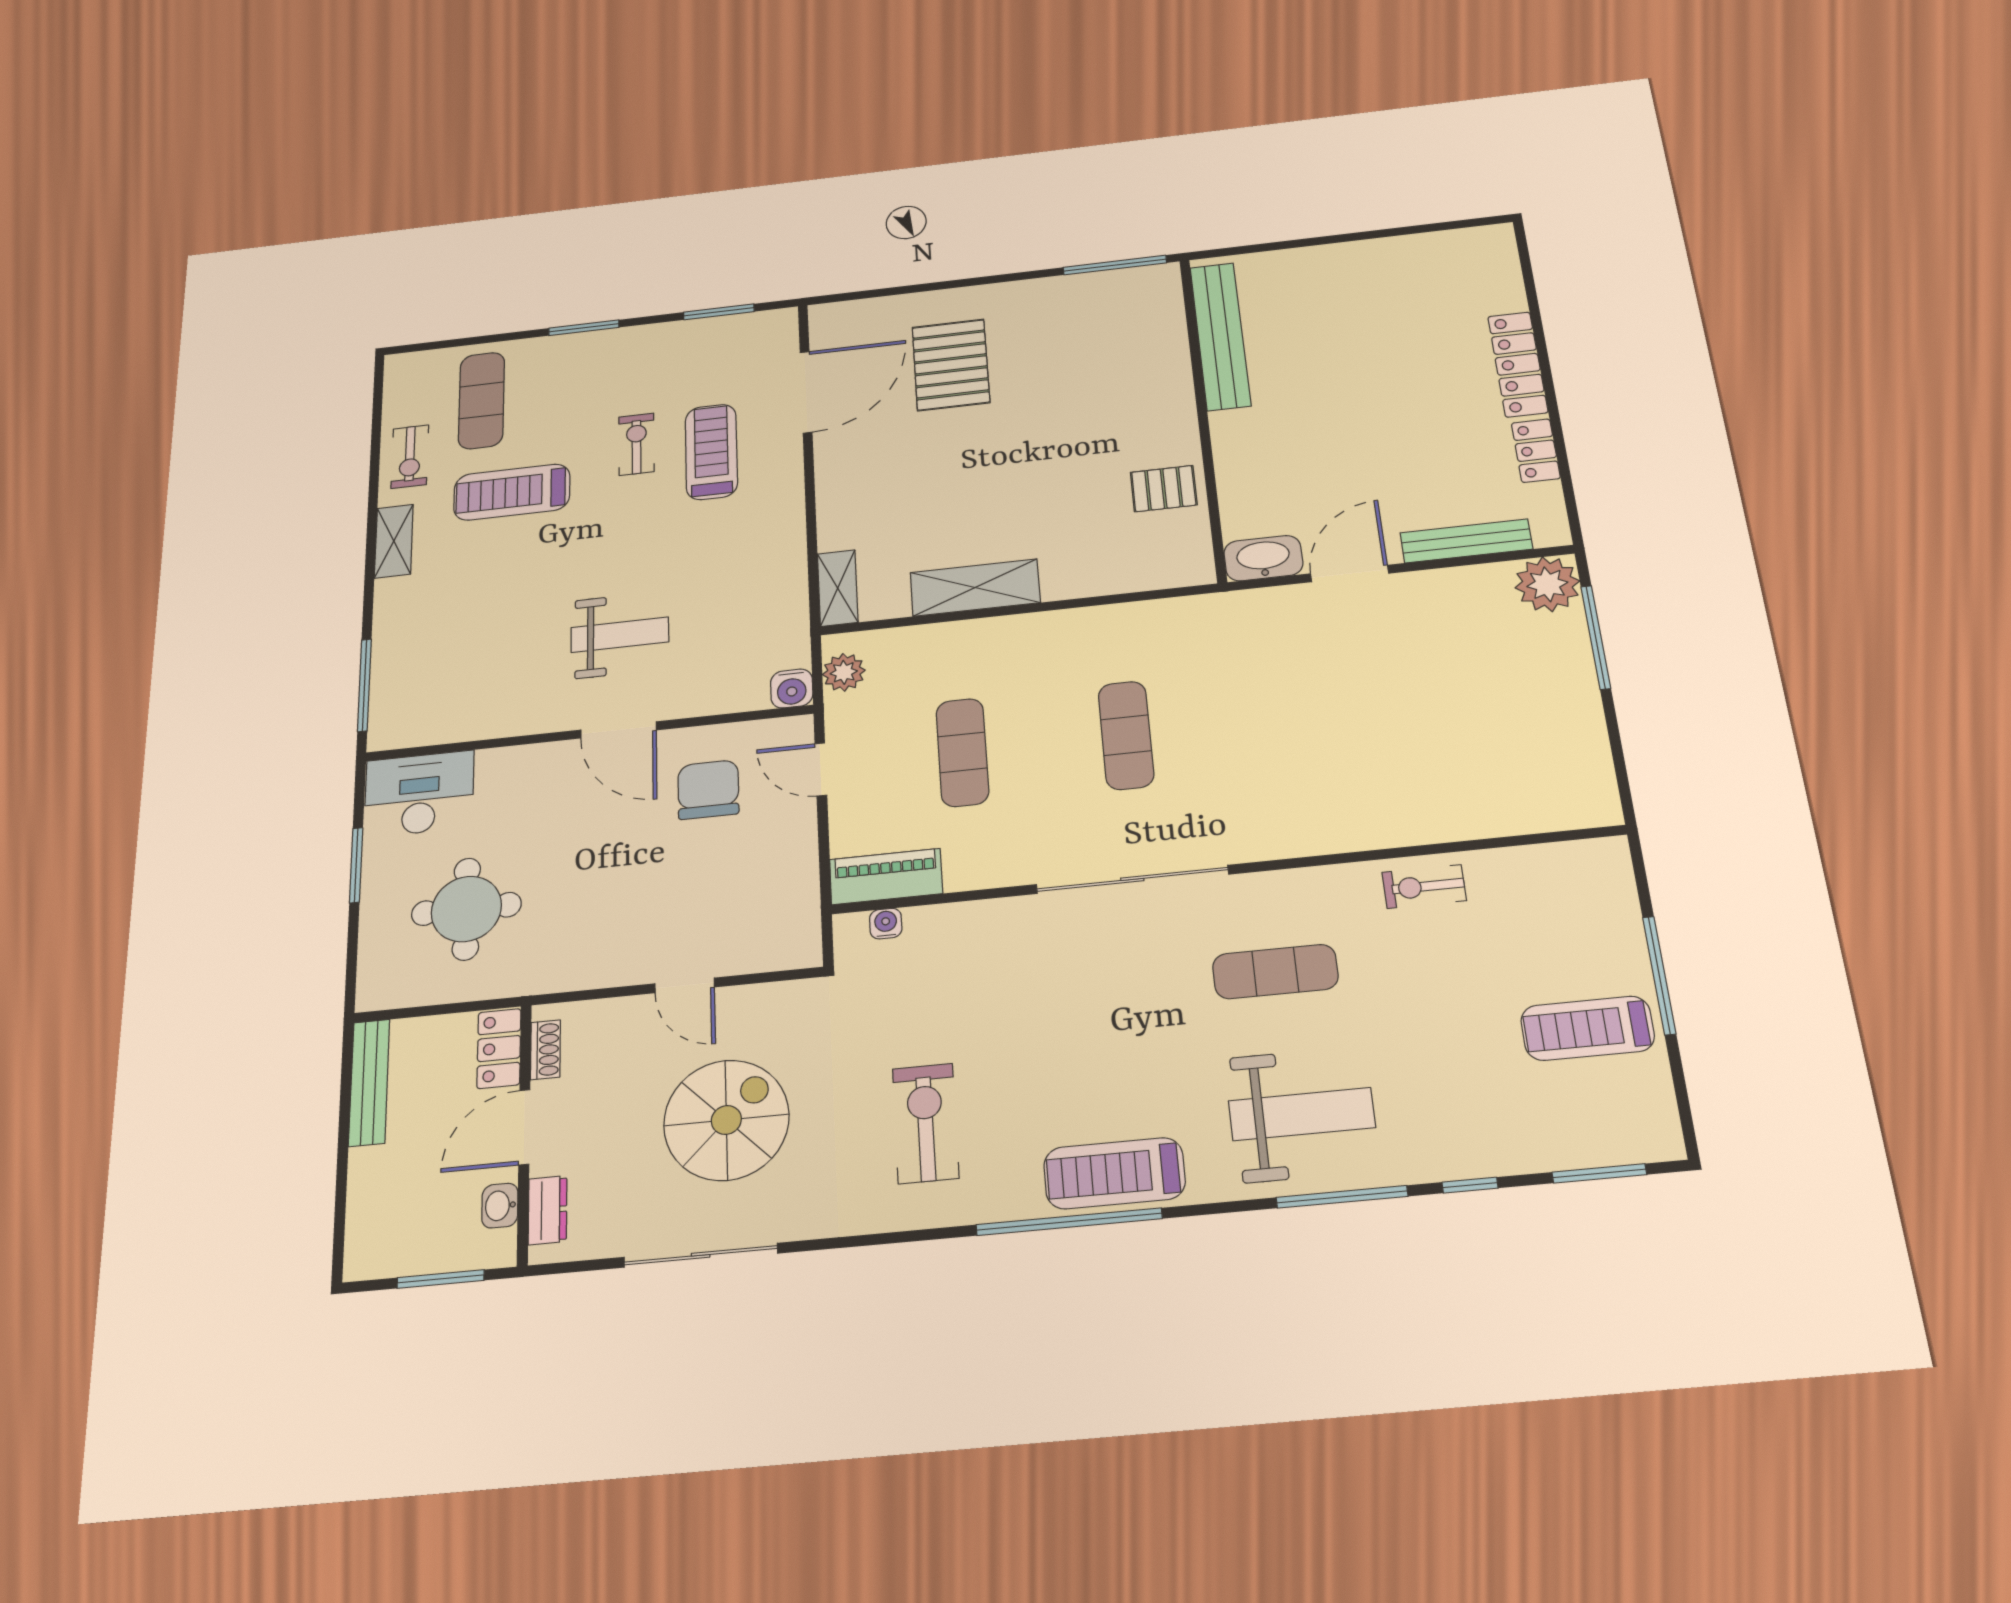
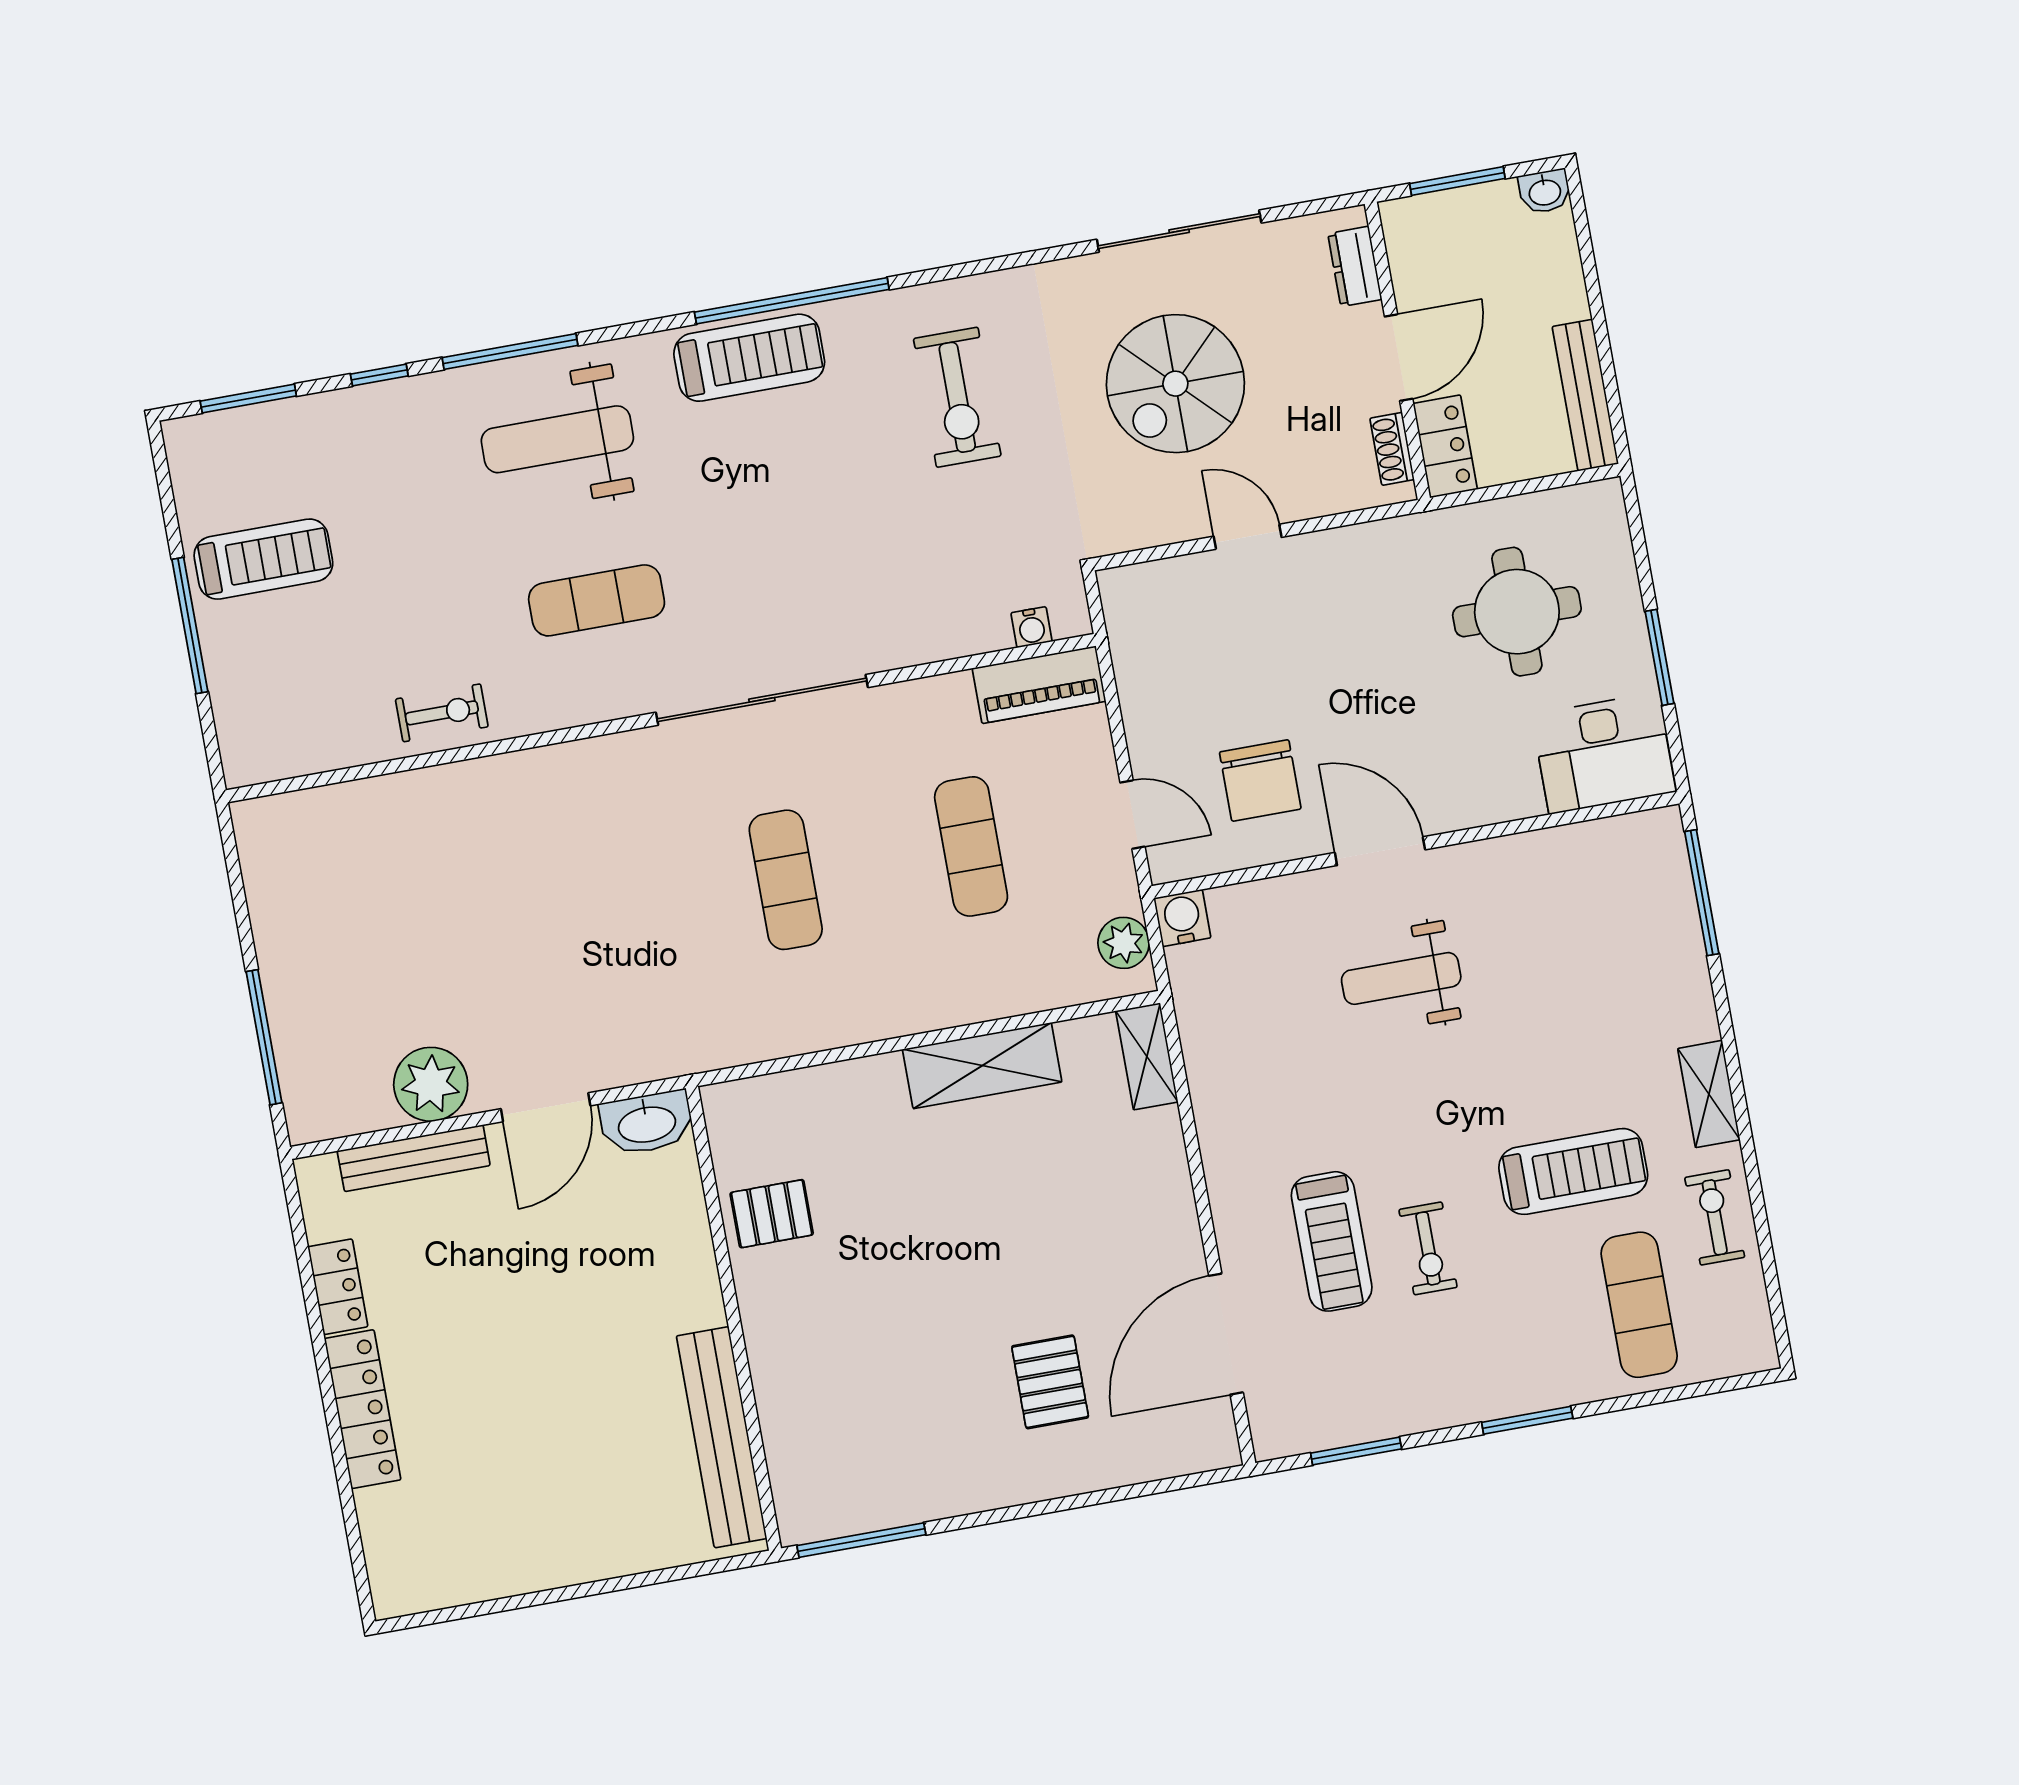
pallet: (951, 365) -> (1050, 1382), width x0.67, depth x0.71
plant: (1547, 584) -> (431, 1084), moved
washbasin: (500, 1206) -> (1545, 191), moved, turned 90

